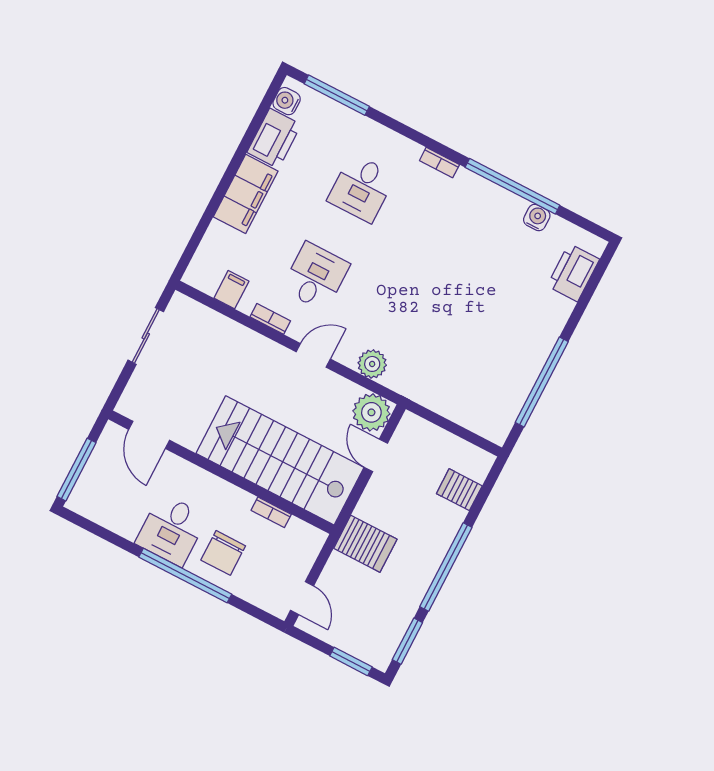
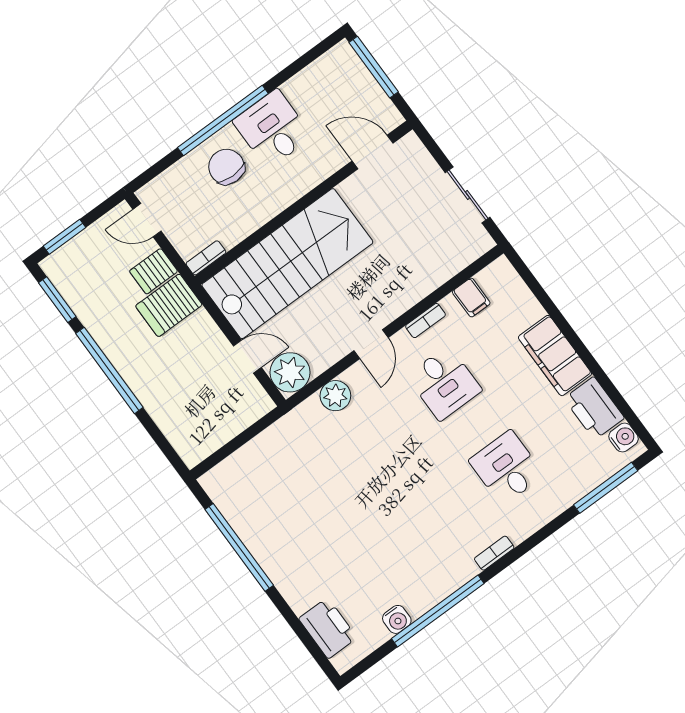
server rack: (459, 490) -> (154, 271), moved, turned 180
bookcase: (271, 512) -> (206, 258), moved

